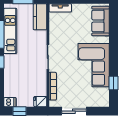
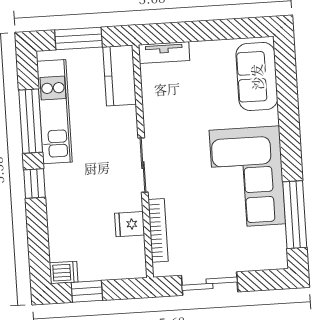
window: (113, 83) -> (295, 215), width x2.17
fridge: (40, 102) -> (130, 224), moved

